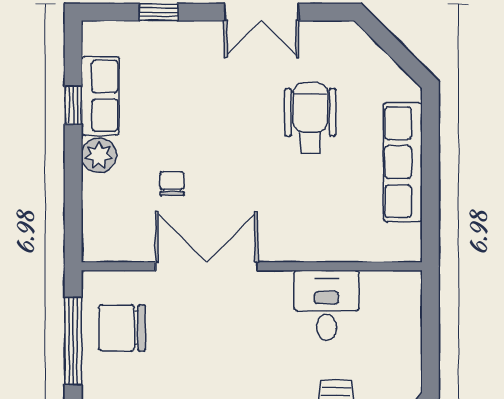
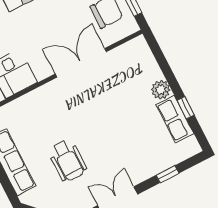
chair: (172, 183) -> (118, 94), removed
double door: (207, 266) -> (81, 63), swing flipped

